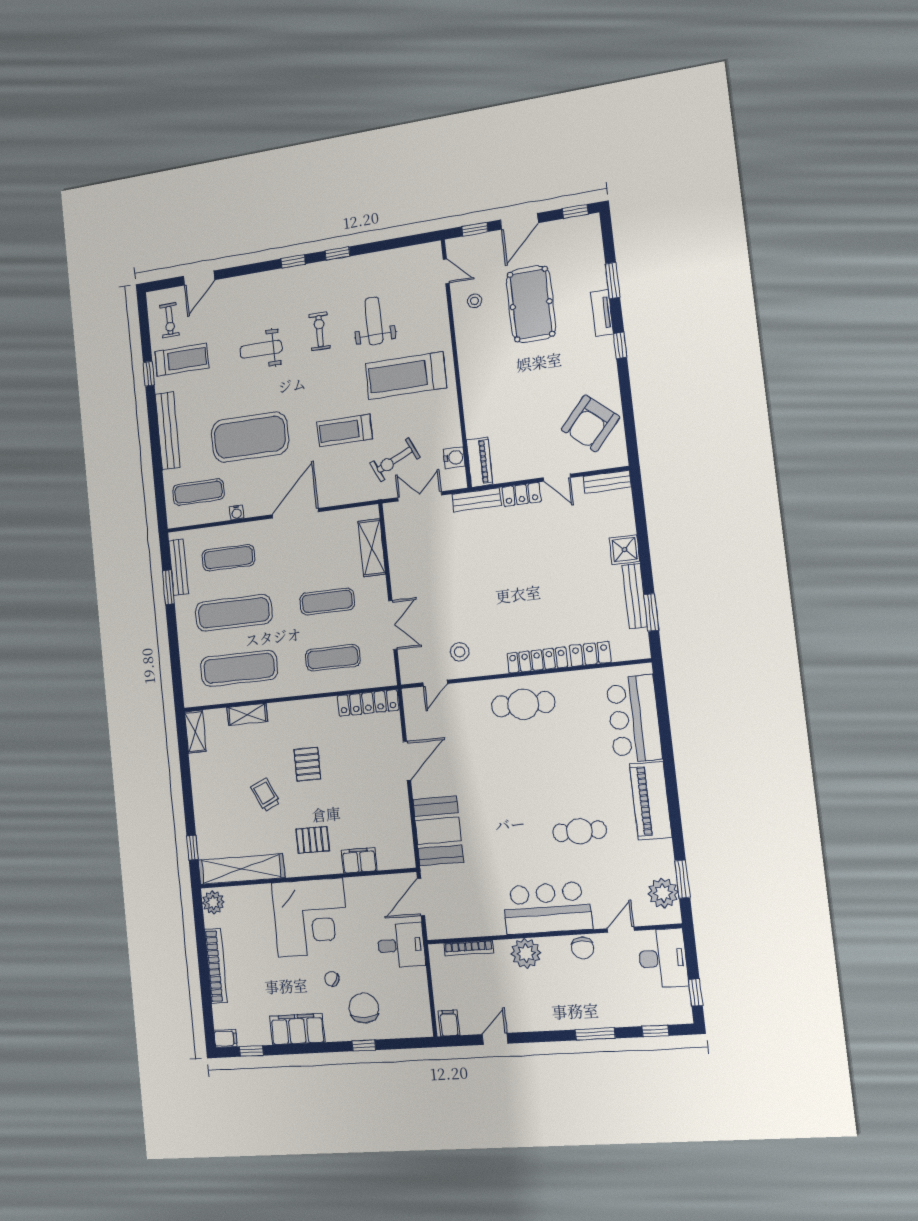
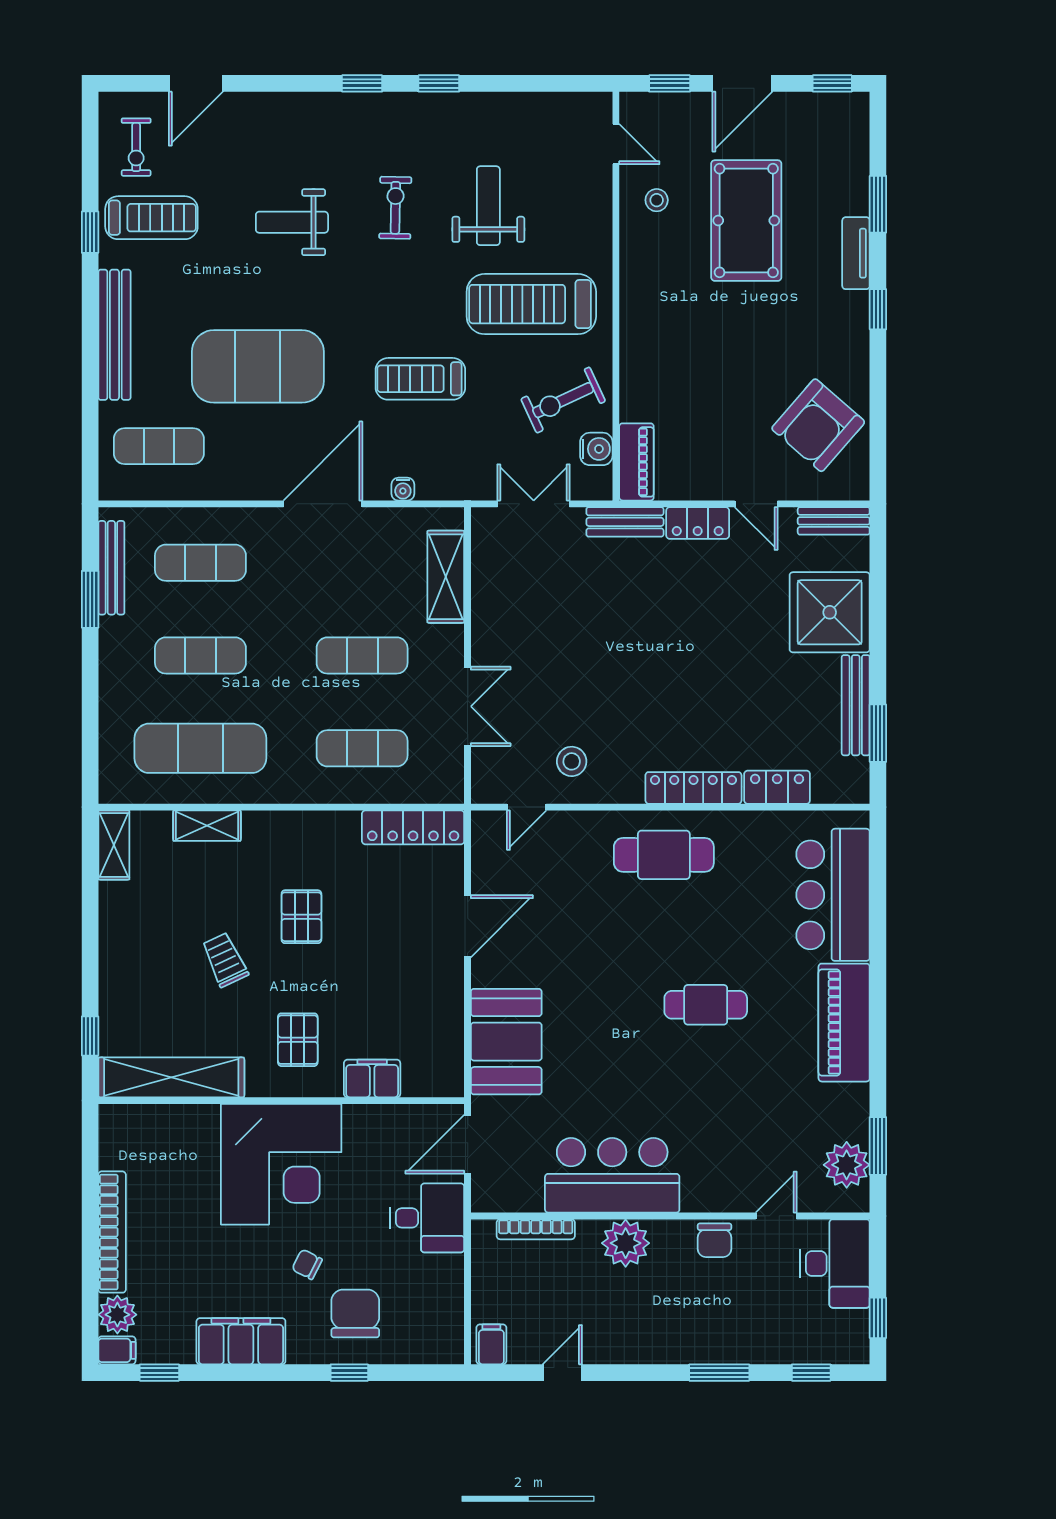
exercise bike: (395, 460) -> (563, 400), moved
water cooler: (237, 512) -> (403, 489), moved
shower: (624, 550) -> (830, 612), width x1.86, depth x1.86
exercise mat: (234, 613) -> (200, 655), width x0.73, depth x0.69
cafe table: (580, 831) -> (706, 1005), moved
pallet: (313, 840) -> (298, 1040), turned 90
plant: (213, 902) -> (117, 1315), moved
bar counter: (547, 908) -> (612, 1175), moved

